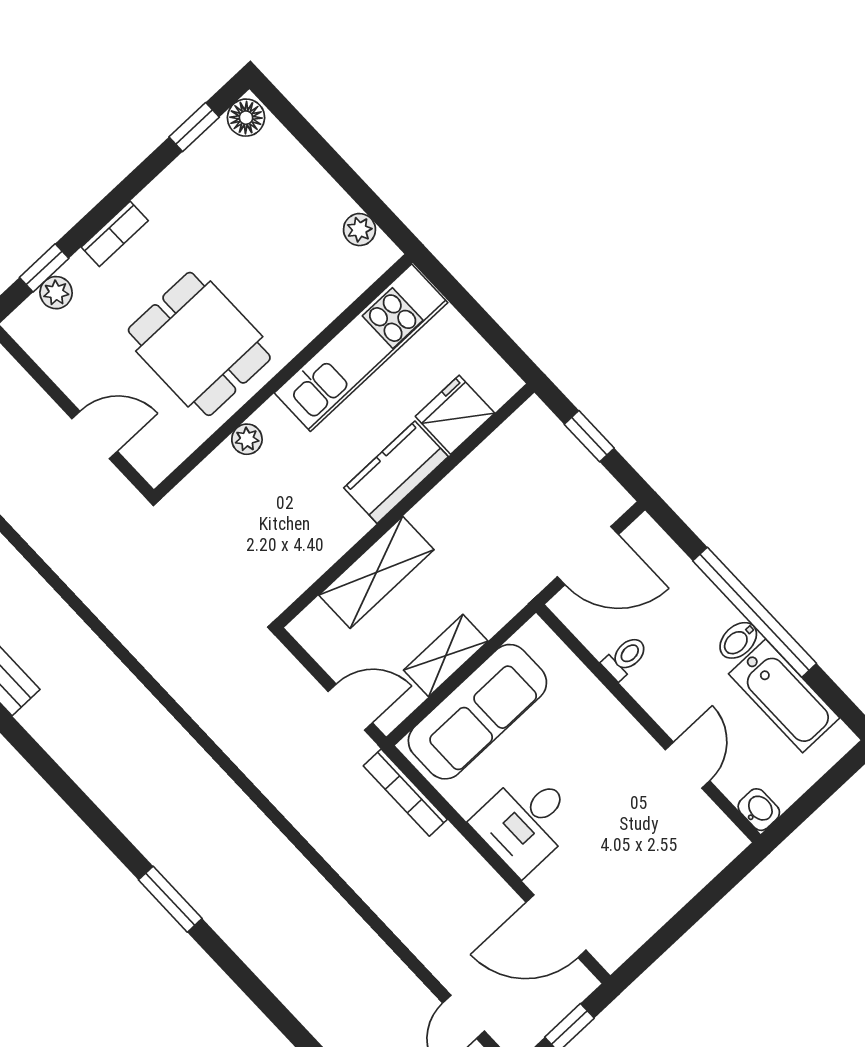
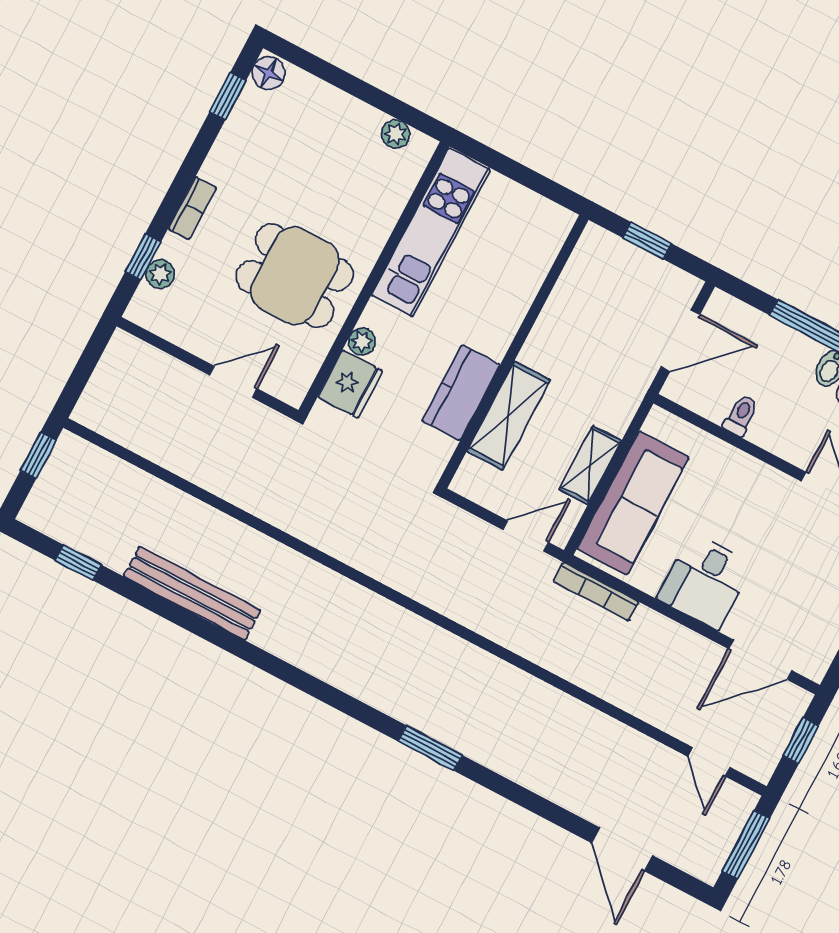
fridge: (455, 415) -> (350, 384), moved, turned 180
kitchen counter: (396, 472) -> (461, 393), moved

